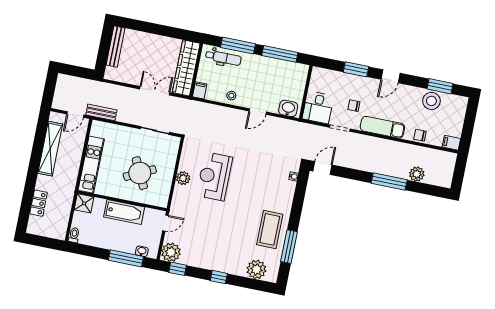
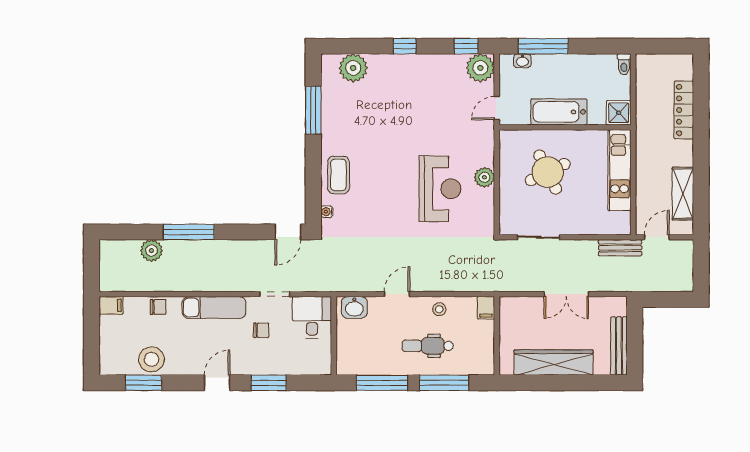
dental chair: (223, 58) -> (428, 346), moved
wardrobe: (186, 68) -> (554, 362), moved, turned -90
double door: (155, 91) -> (566, 294), moved
shelving: (50, 149) -> (683, 194), width x0.68
locker: (39, 203) -> (684, 110), width x1.53
coffee table: (270, 229) -> (338, 175), moved, width x0.73, depth x0.76

